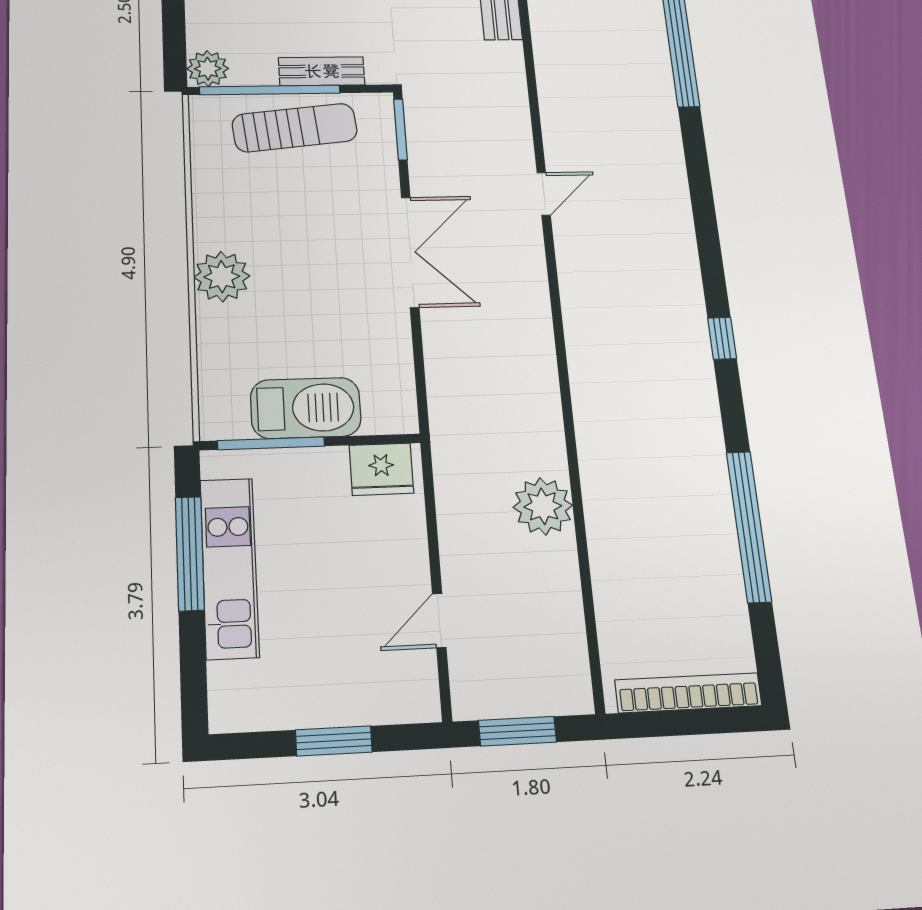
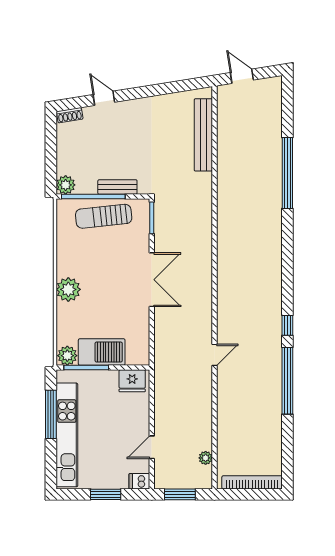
sun lounger: (295, 128) -> (104, 216), turned 180
door: (544, 194) -> (214, 355), moved
plant: (225, 419) -> (67, 356), added
plant: (543, 506) -> (206, 458), moved, width x0.53, depth x0.53
window: (749, 526) -> (287, 381), moved
kitchen unit: (229, 568) -> (67, 435), width x1.36
dishwasher: (415, 704) -> (139, 481), added

